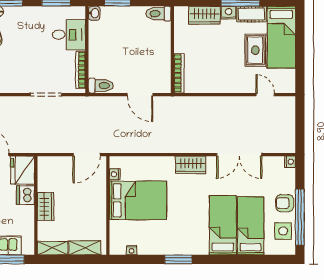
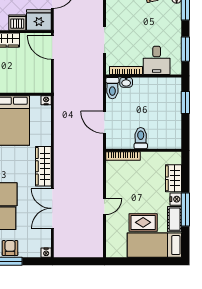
washbasin: (94, 13) -> (126, 82), moved
toilet: (158, 14) -> (141, 138), moved
door: (140, 95) -> (105, 122), hinge flipped
door: (265, 95) -> (105, 206), moved
door: (87, 155) -> (52, 48), moved
wardrobe: (191, 165) -> (43, 166), width x1.50
nightstand: (115, 174) -> (46, 100), moved

